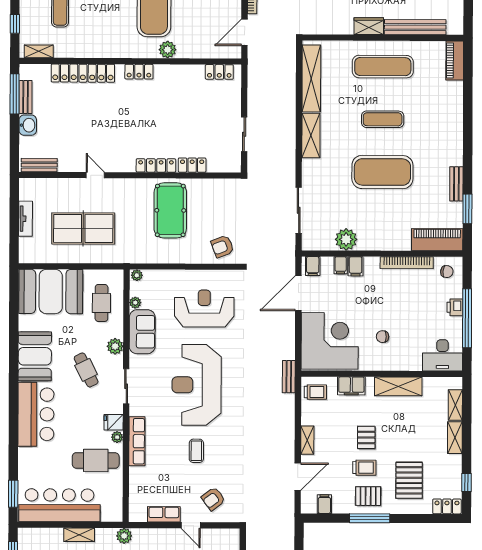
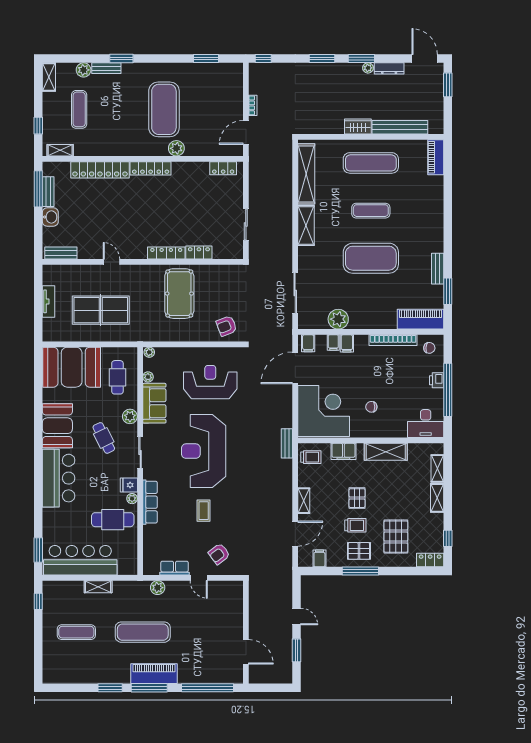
locker: (139, 72) -> (151, 168), width x1.53
plant: (124, 536) -> (158, 588), moved

